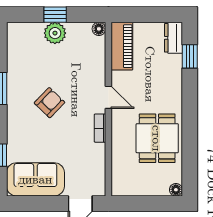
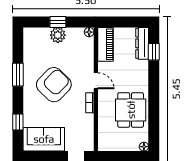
dresser: (173, 38) -> (142, 43), width x1.44
armchair: (49, 103) -> (54, 85), width x1.88, depth x1.88

